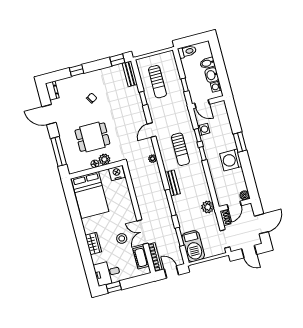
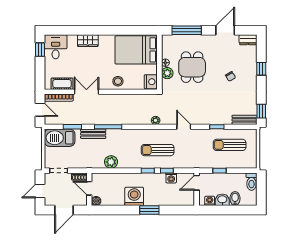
bench: (173, 183) -> (93, 134), moved
plant: (208, 207) -> (111, 162), moved
door: (261, 224) -> (64, 210), hinge flipped
stool: (122, 238) -> (118, 81), moved
door: (171, 272) -> (40, 110), hinge flipped

